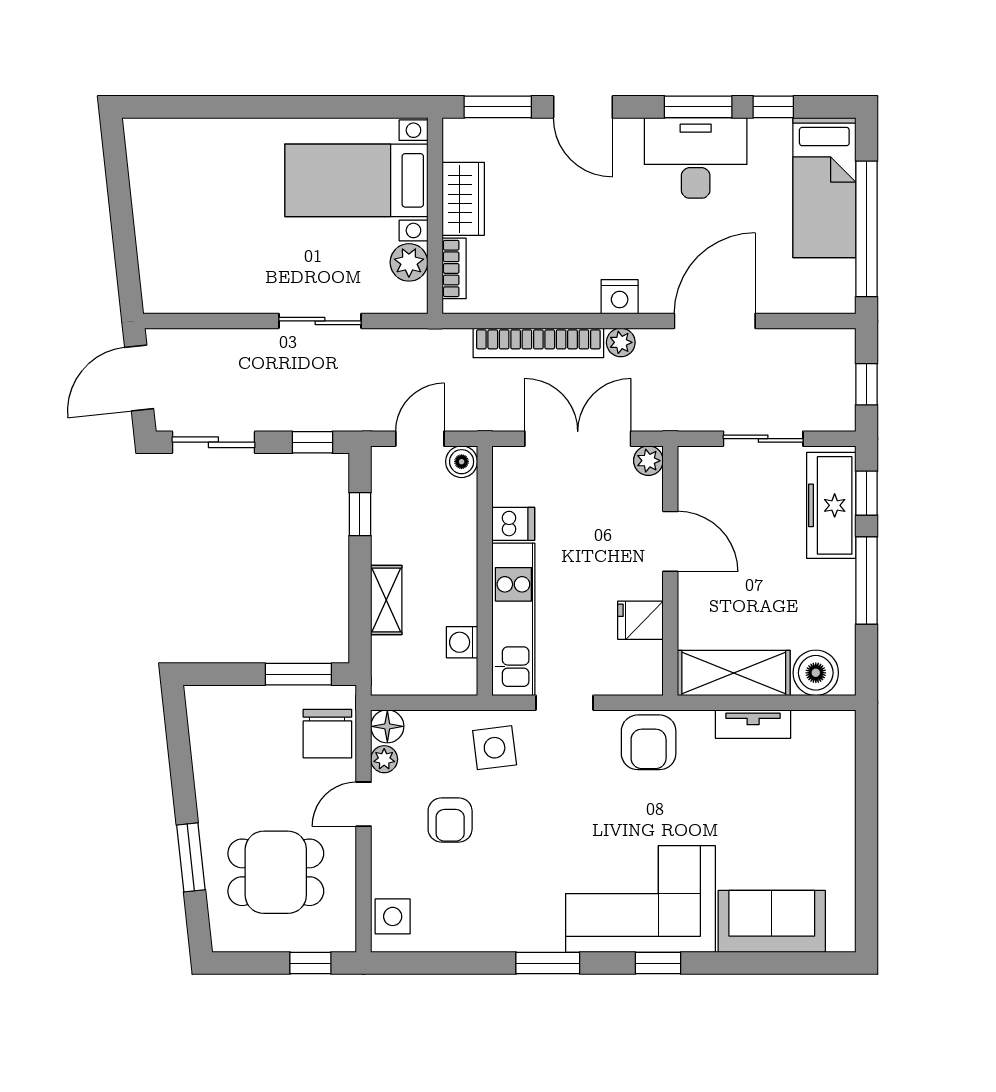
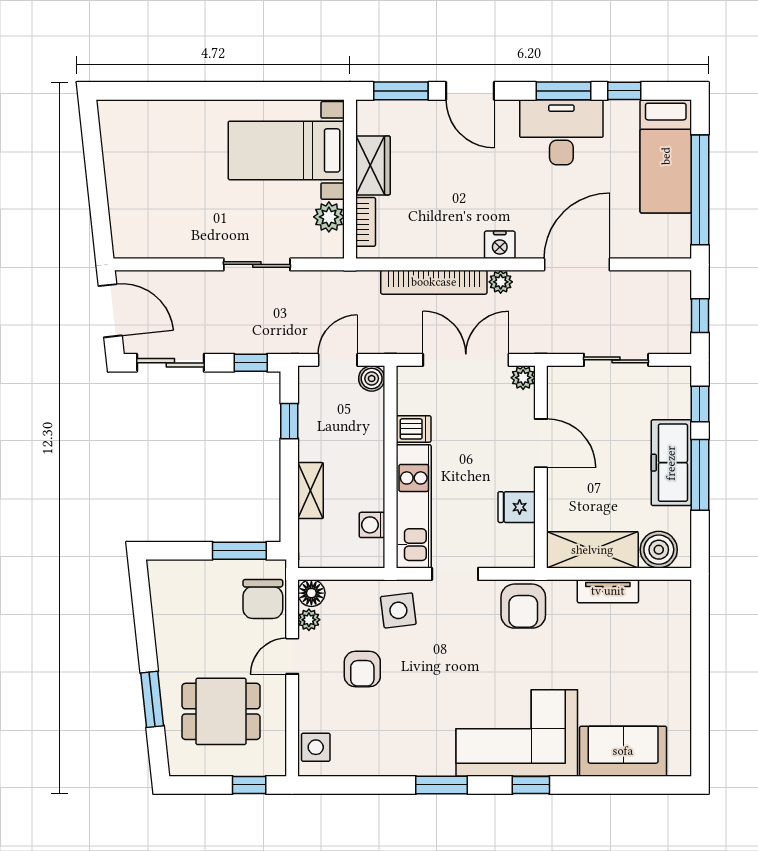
door: (139, 378) -> (110, 311), swing flipped
freezer: (831, 505) -> (671, 463), moved

